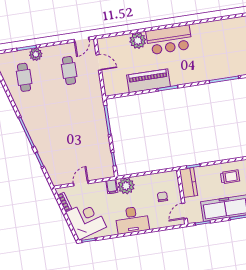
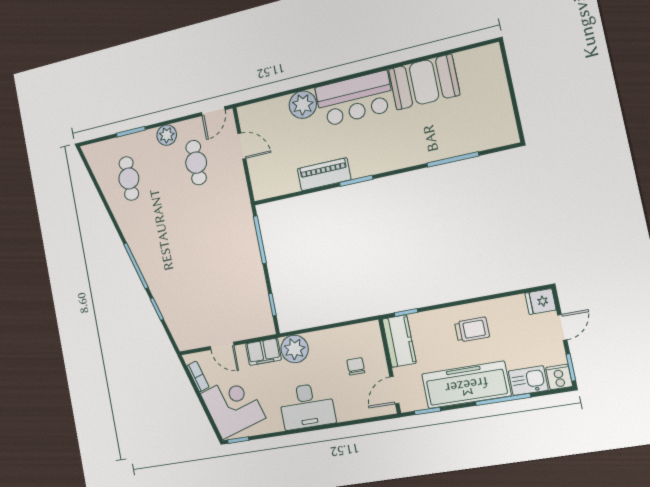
booth: (210, 34) -> (424, 82), added
plant: (36, 54) -> (167, 135), moved
piano: (148, 81) -> (324, 174), width x0.73, depth x0.75
door: (81, 183) -> (222, 346), swing flipped
filing cabinet: (112, 187) -> (263, 352), width x2.00

